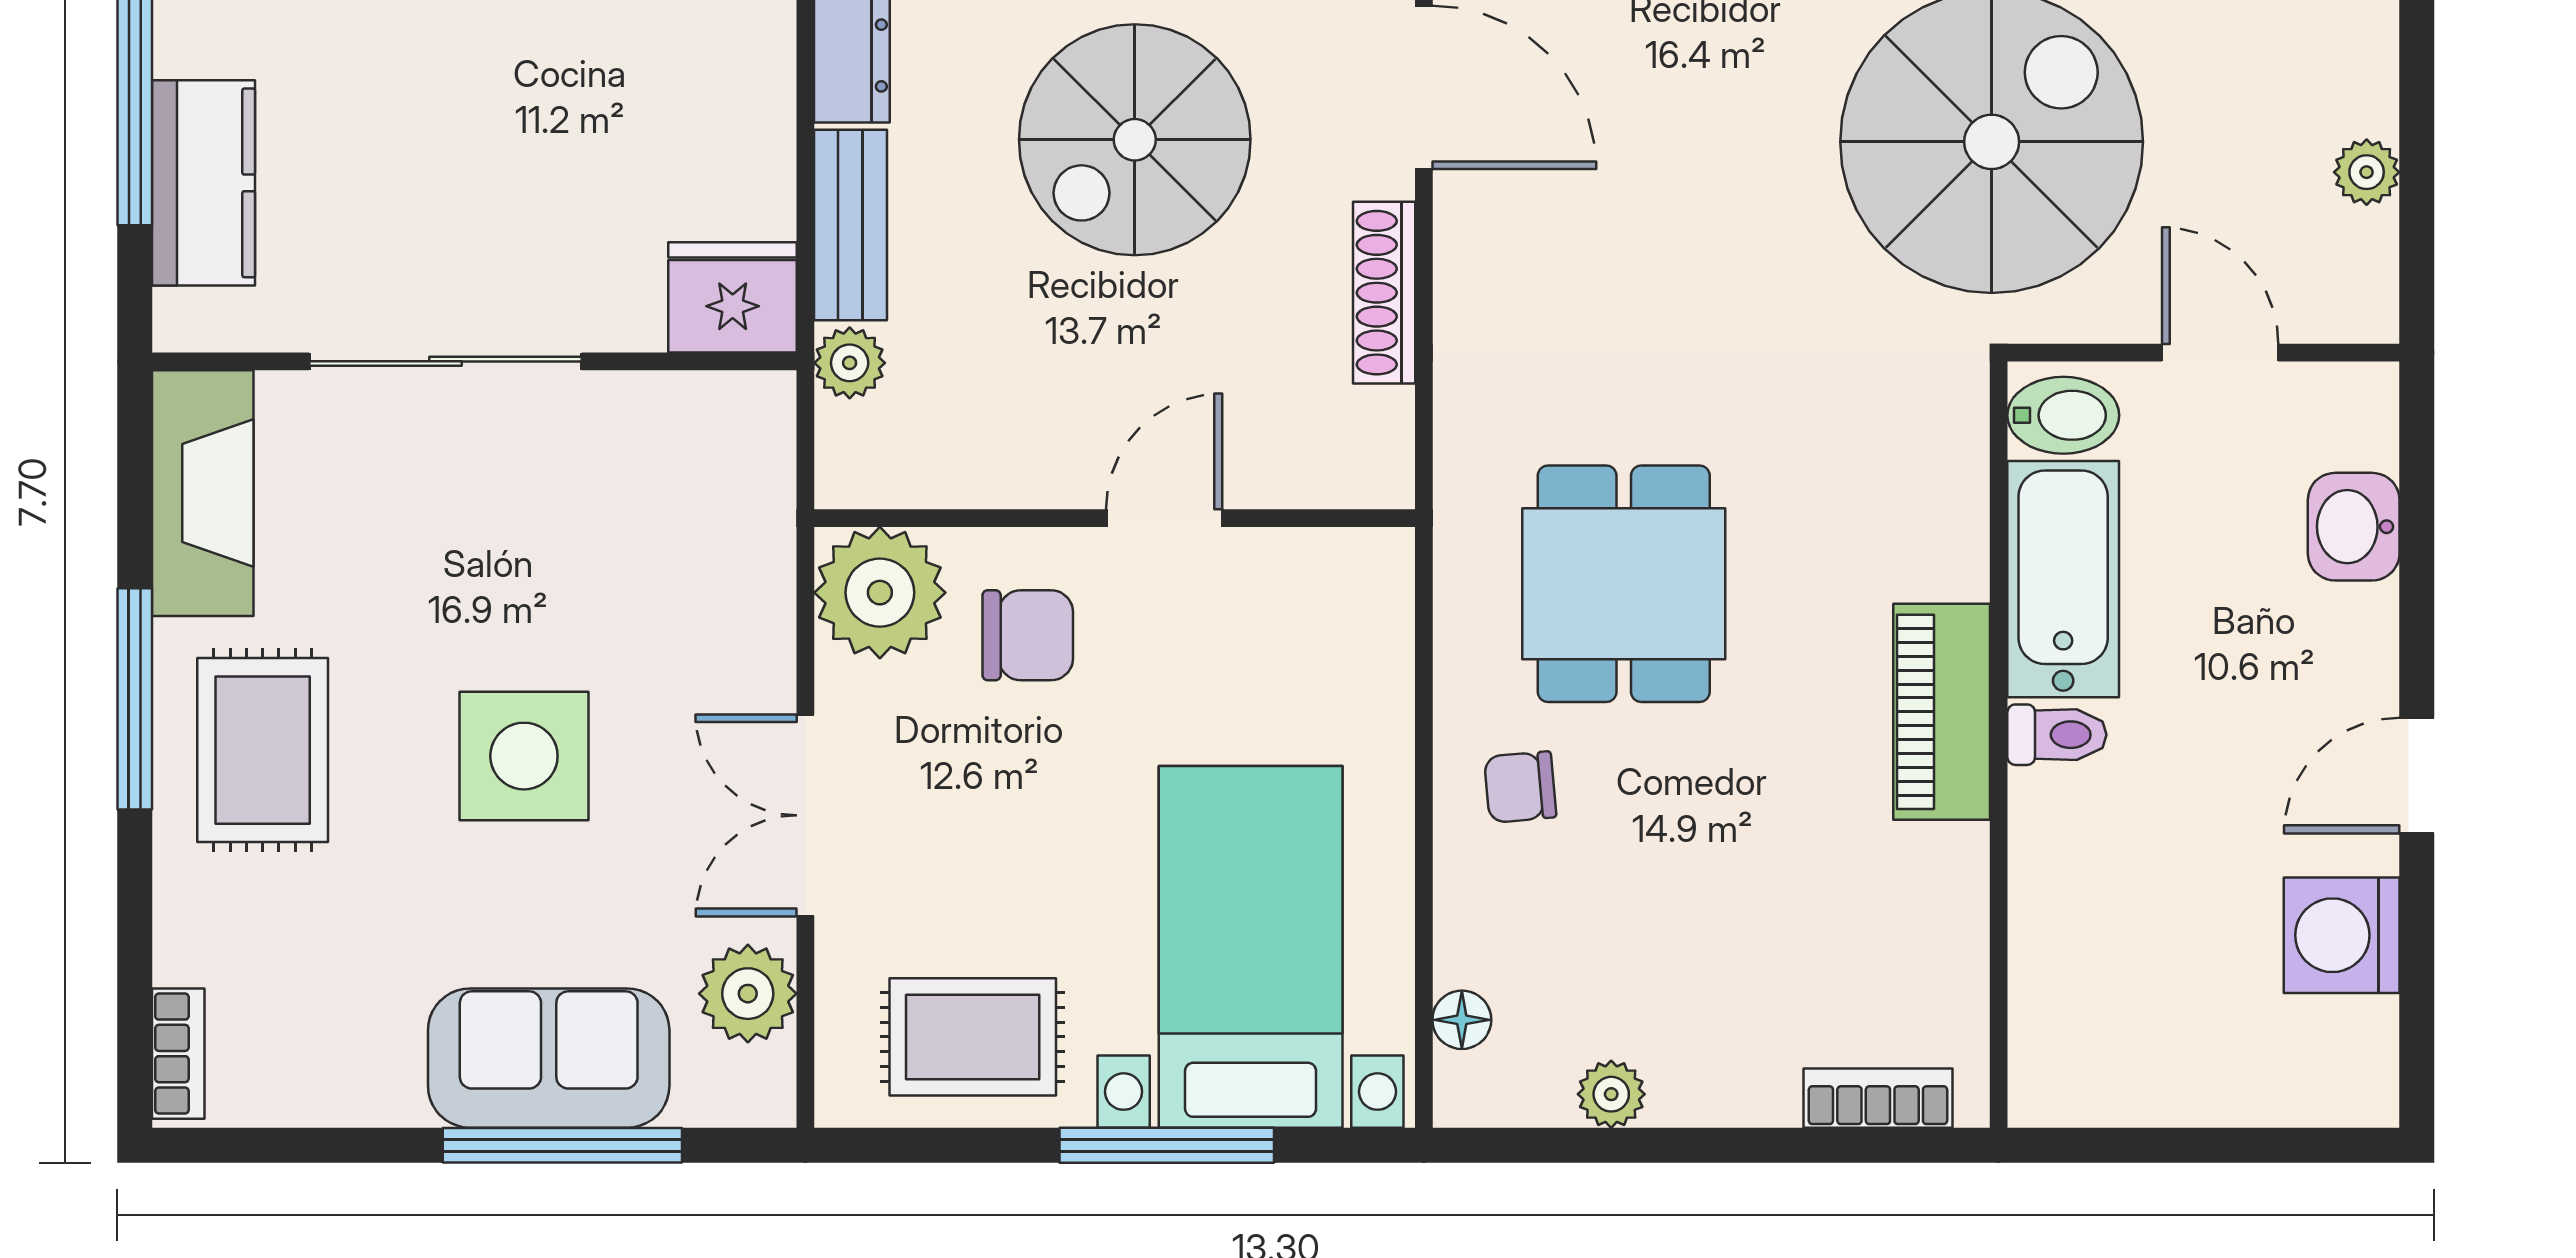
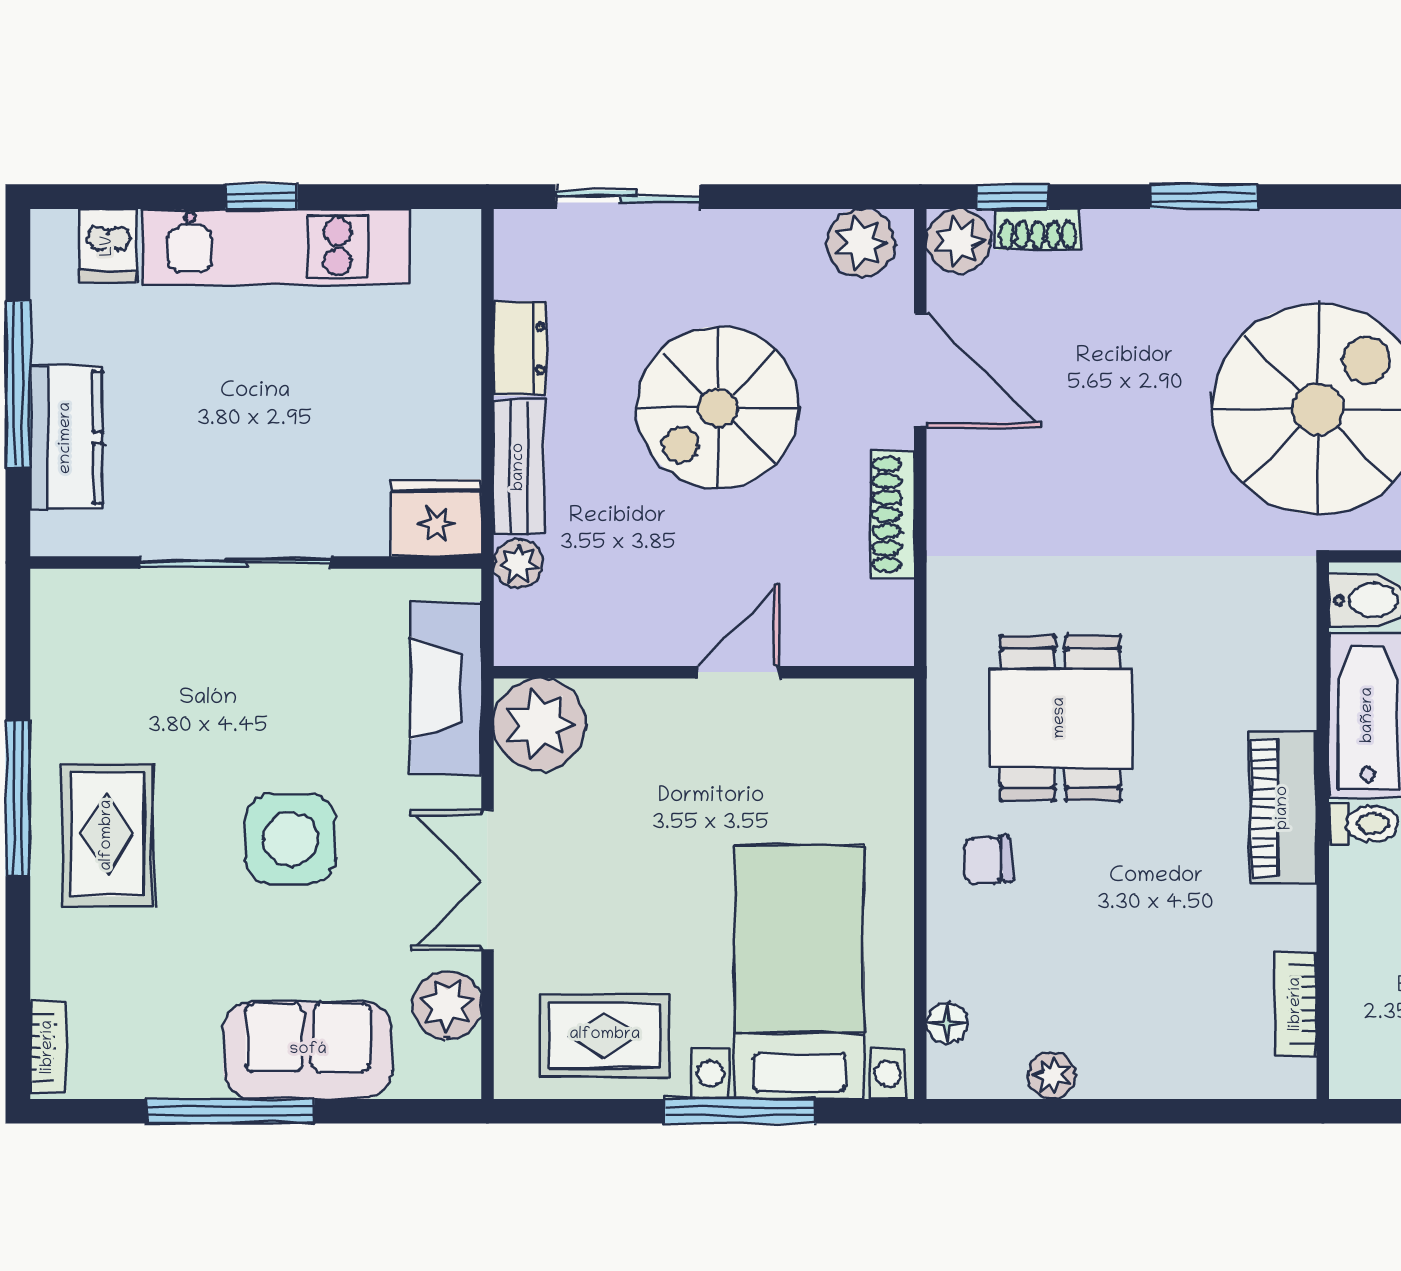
fireplace: (203, 493) -> (446, 688), moved, turned 180
chair: (1028, 635) -> (643, 754), removed
bookcase: (1878, 1098) -> (1296, 1004), moved, turned -90
window: (562, 1145) -> (231, 1111), moved

